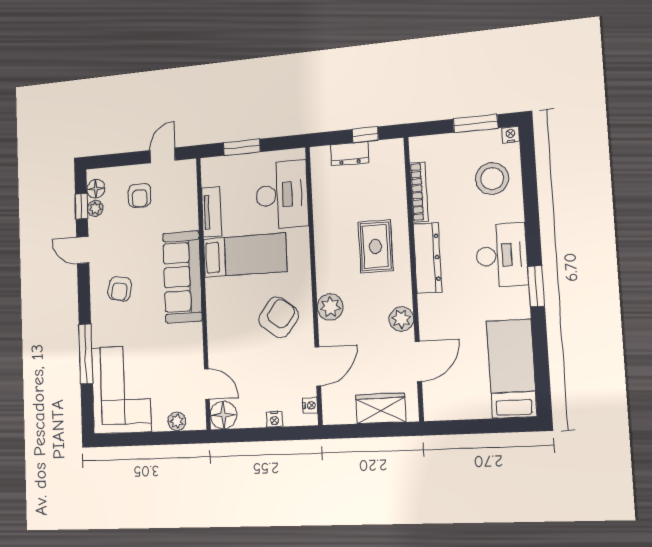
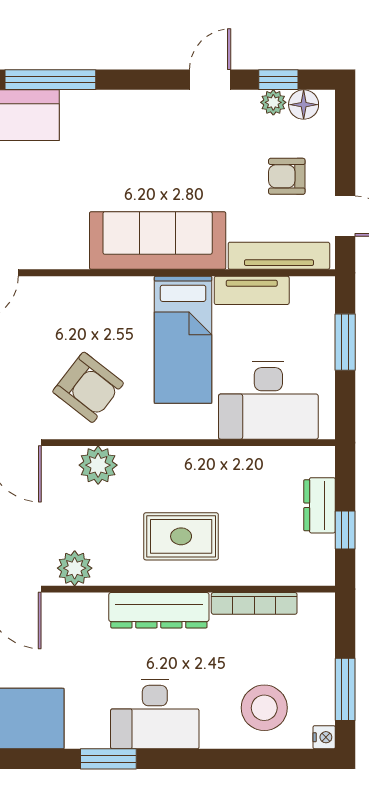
tv unit: (189, 196) -> (279, 256), added
armchair: (120, 289) -> (147, 139), removed

